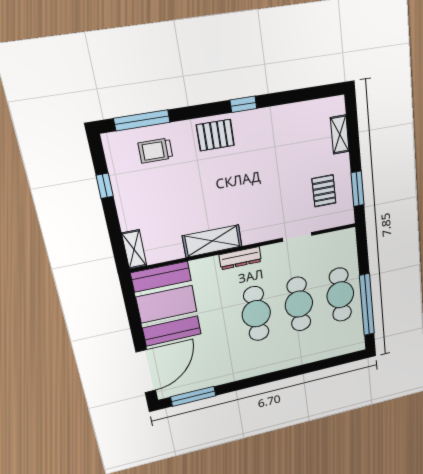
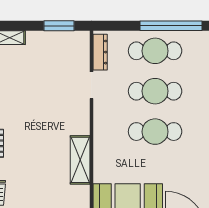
pallet: (324, 191) -> (55, 57), removed
dresser: (240, 258) -> (100, 52), moved

